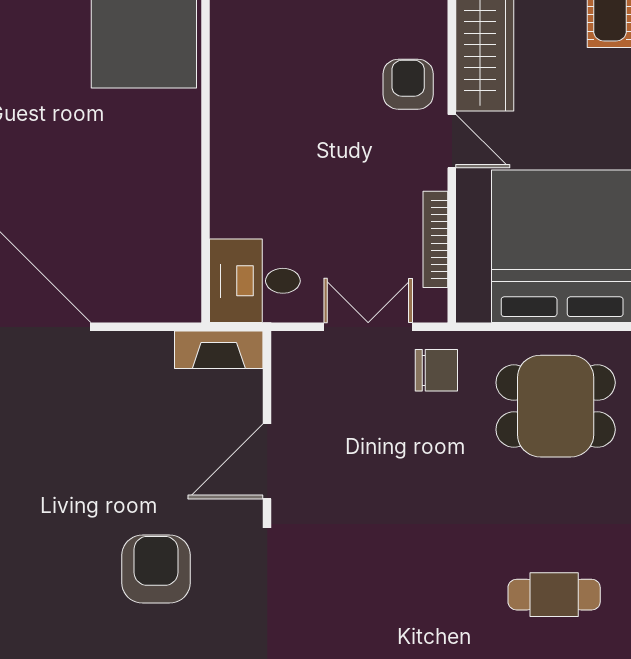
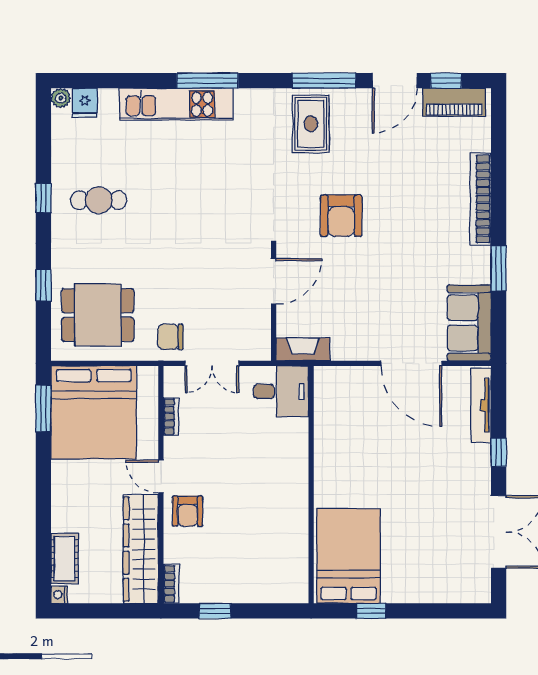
bookcase: (435, 239) -> (171, 417), width x0.64

